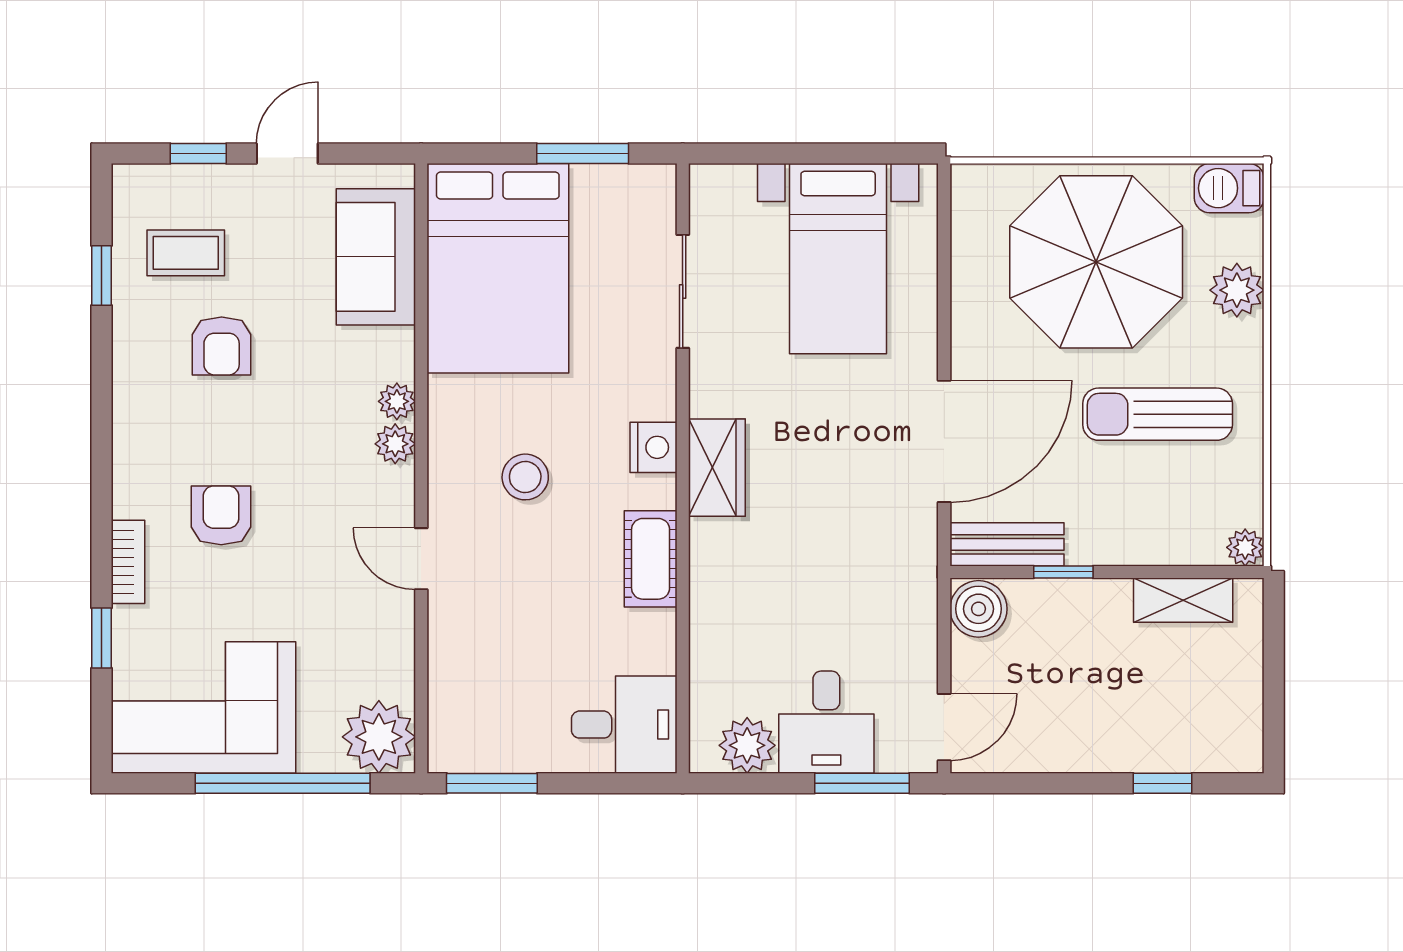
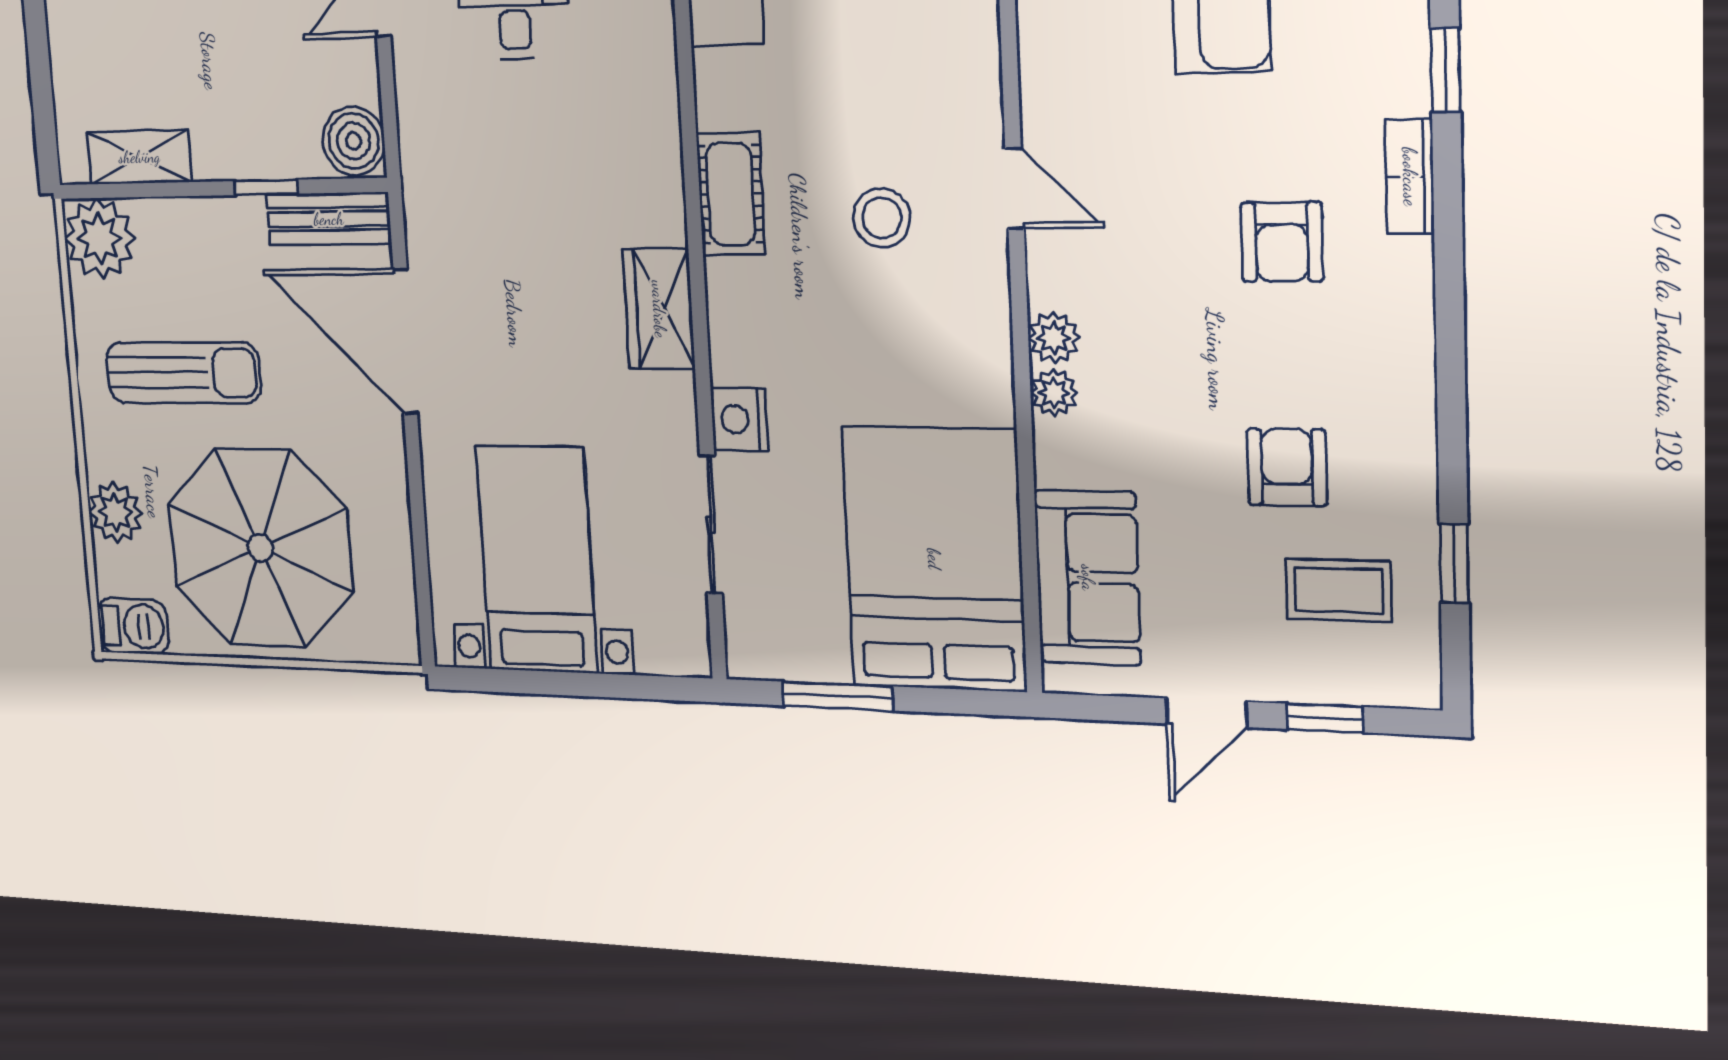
door: (944, 441) -> (405, 341), hinge flipped
nightstand: (653, 447) -> (739, 419), moved
stool: (525, 477) -> (882, 218), moved
plant: (1245, 547) -> (99, 238), width x1.87, depth x1.87

